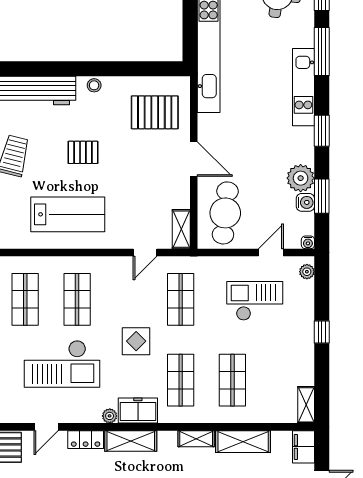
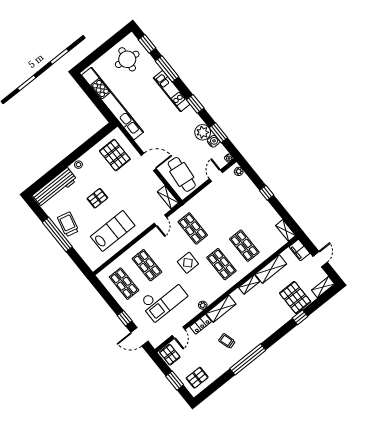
pallet: (155, 112) -> (115, 155), turned 90
checkout: (255, 301) -> (226, 203), removed
freezer: (138, 411) -> (213, 293), removed

